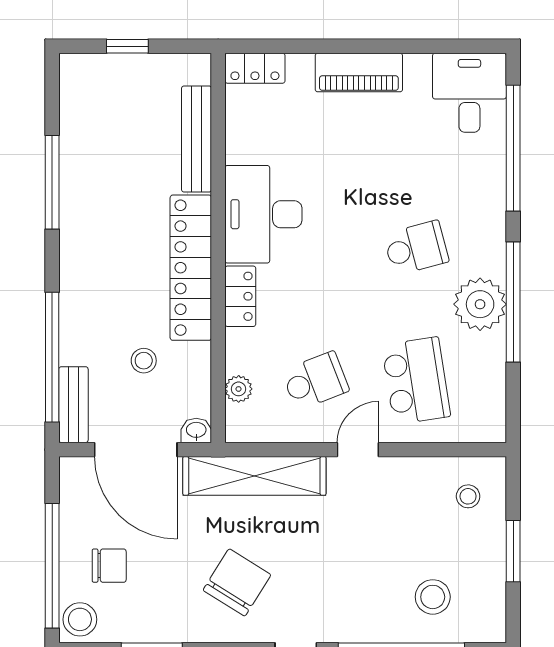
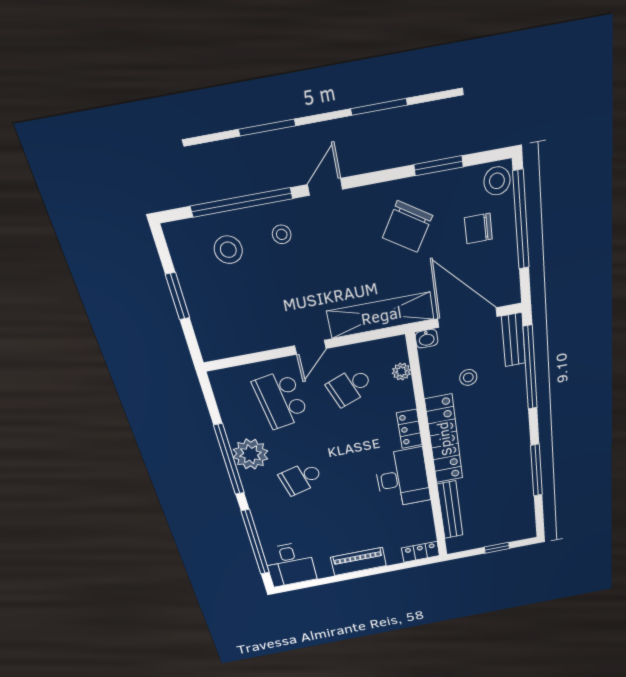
stool: (468, 496) -> (282, 234), moved
chair: (237, 582) -> (408, 227), moved

